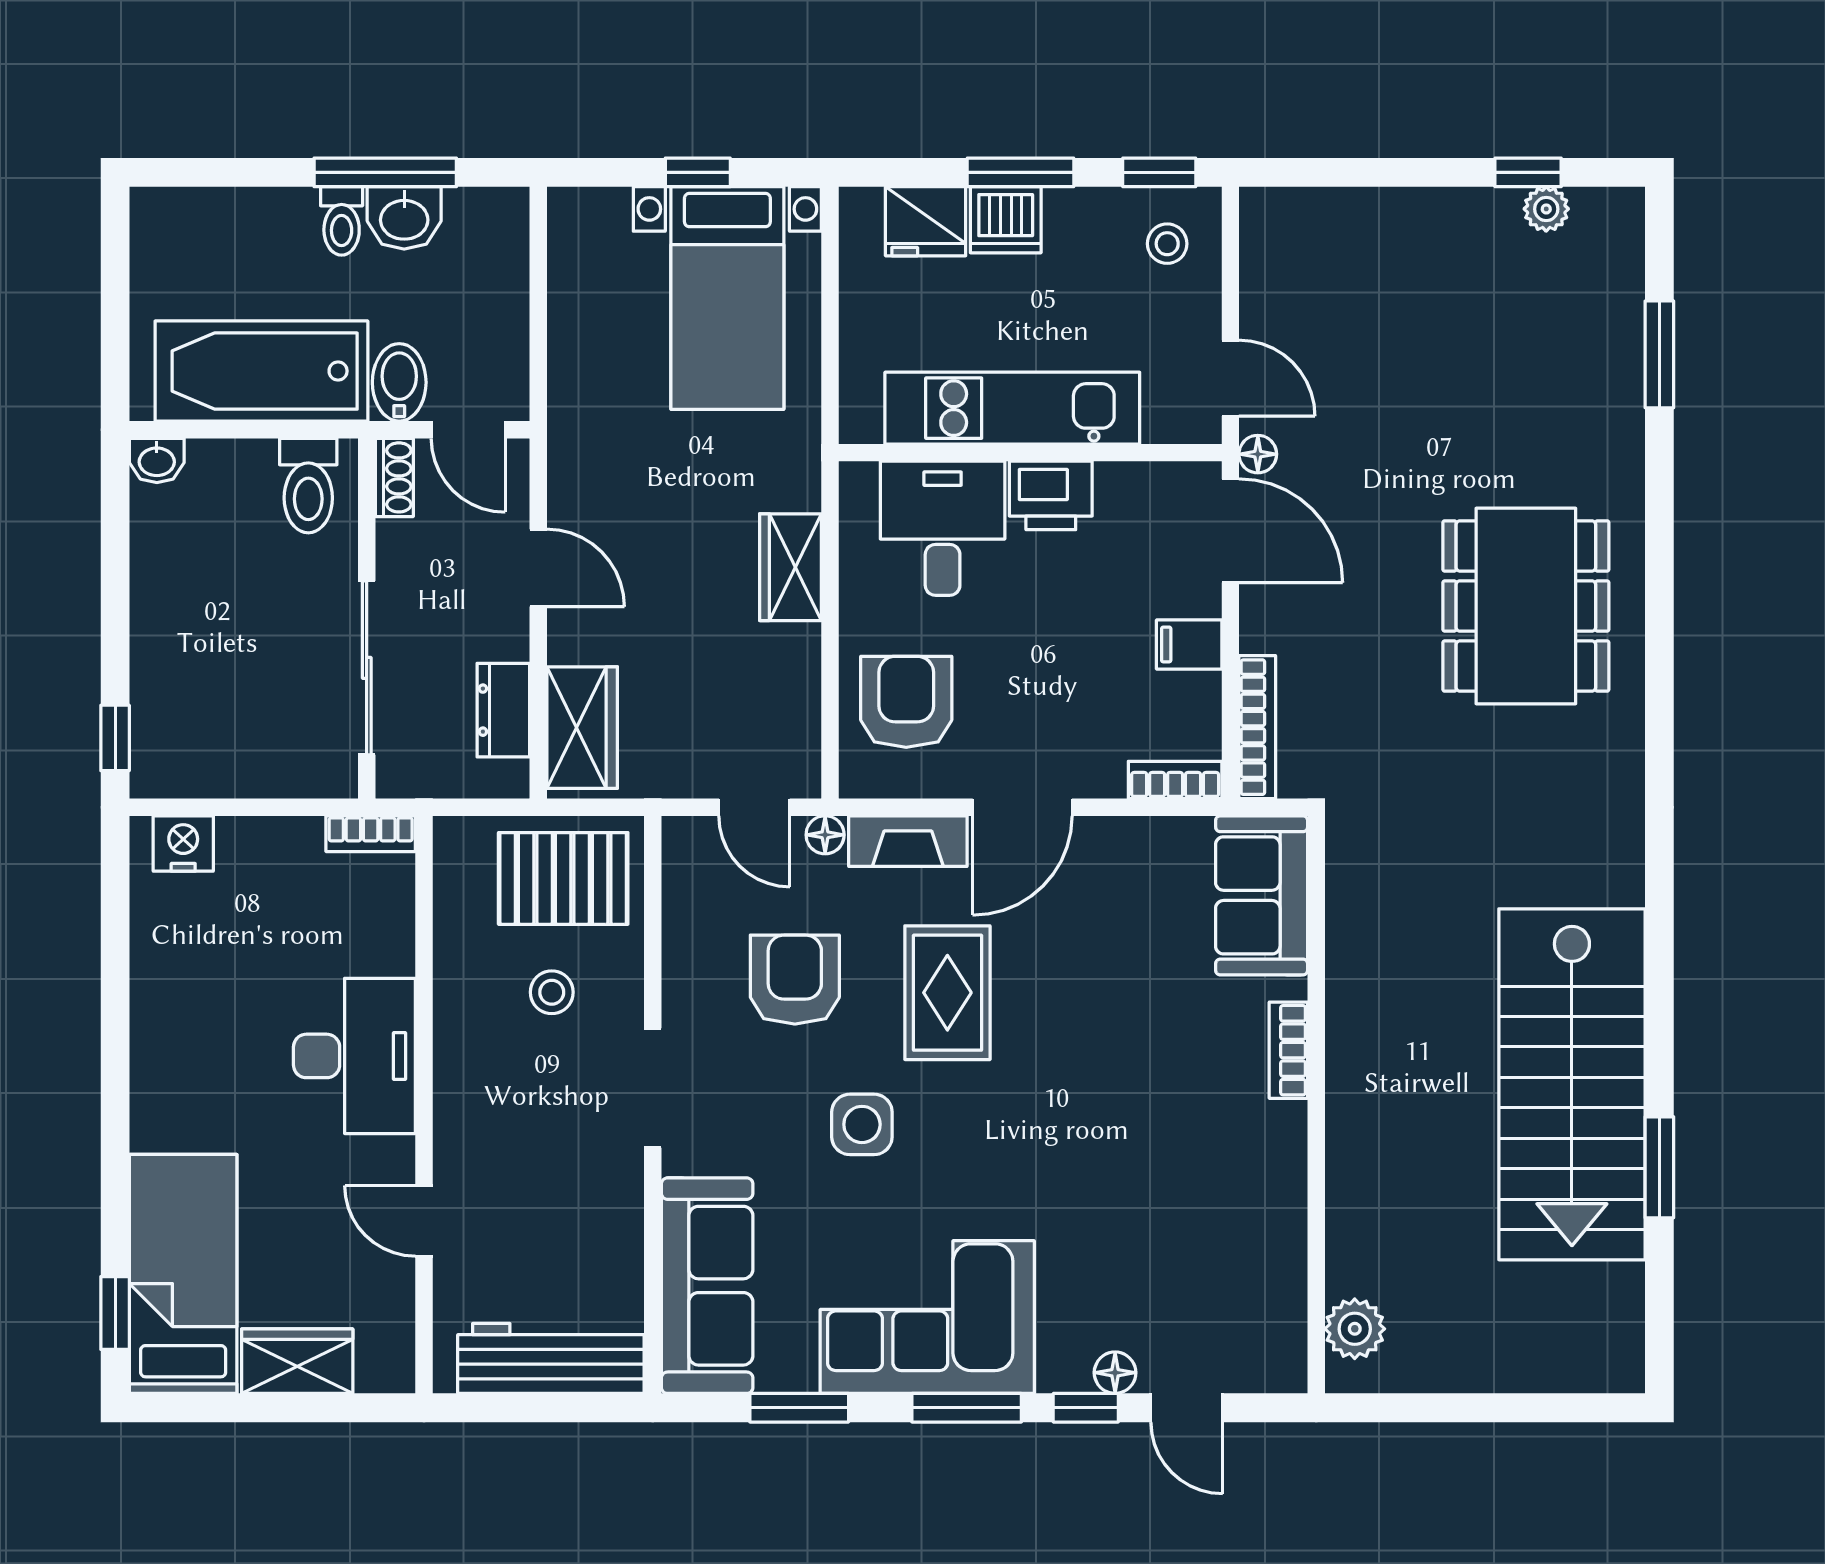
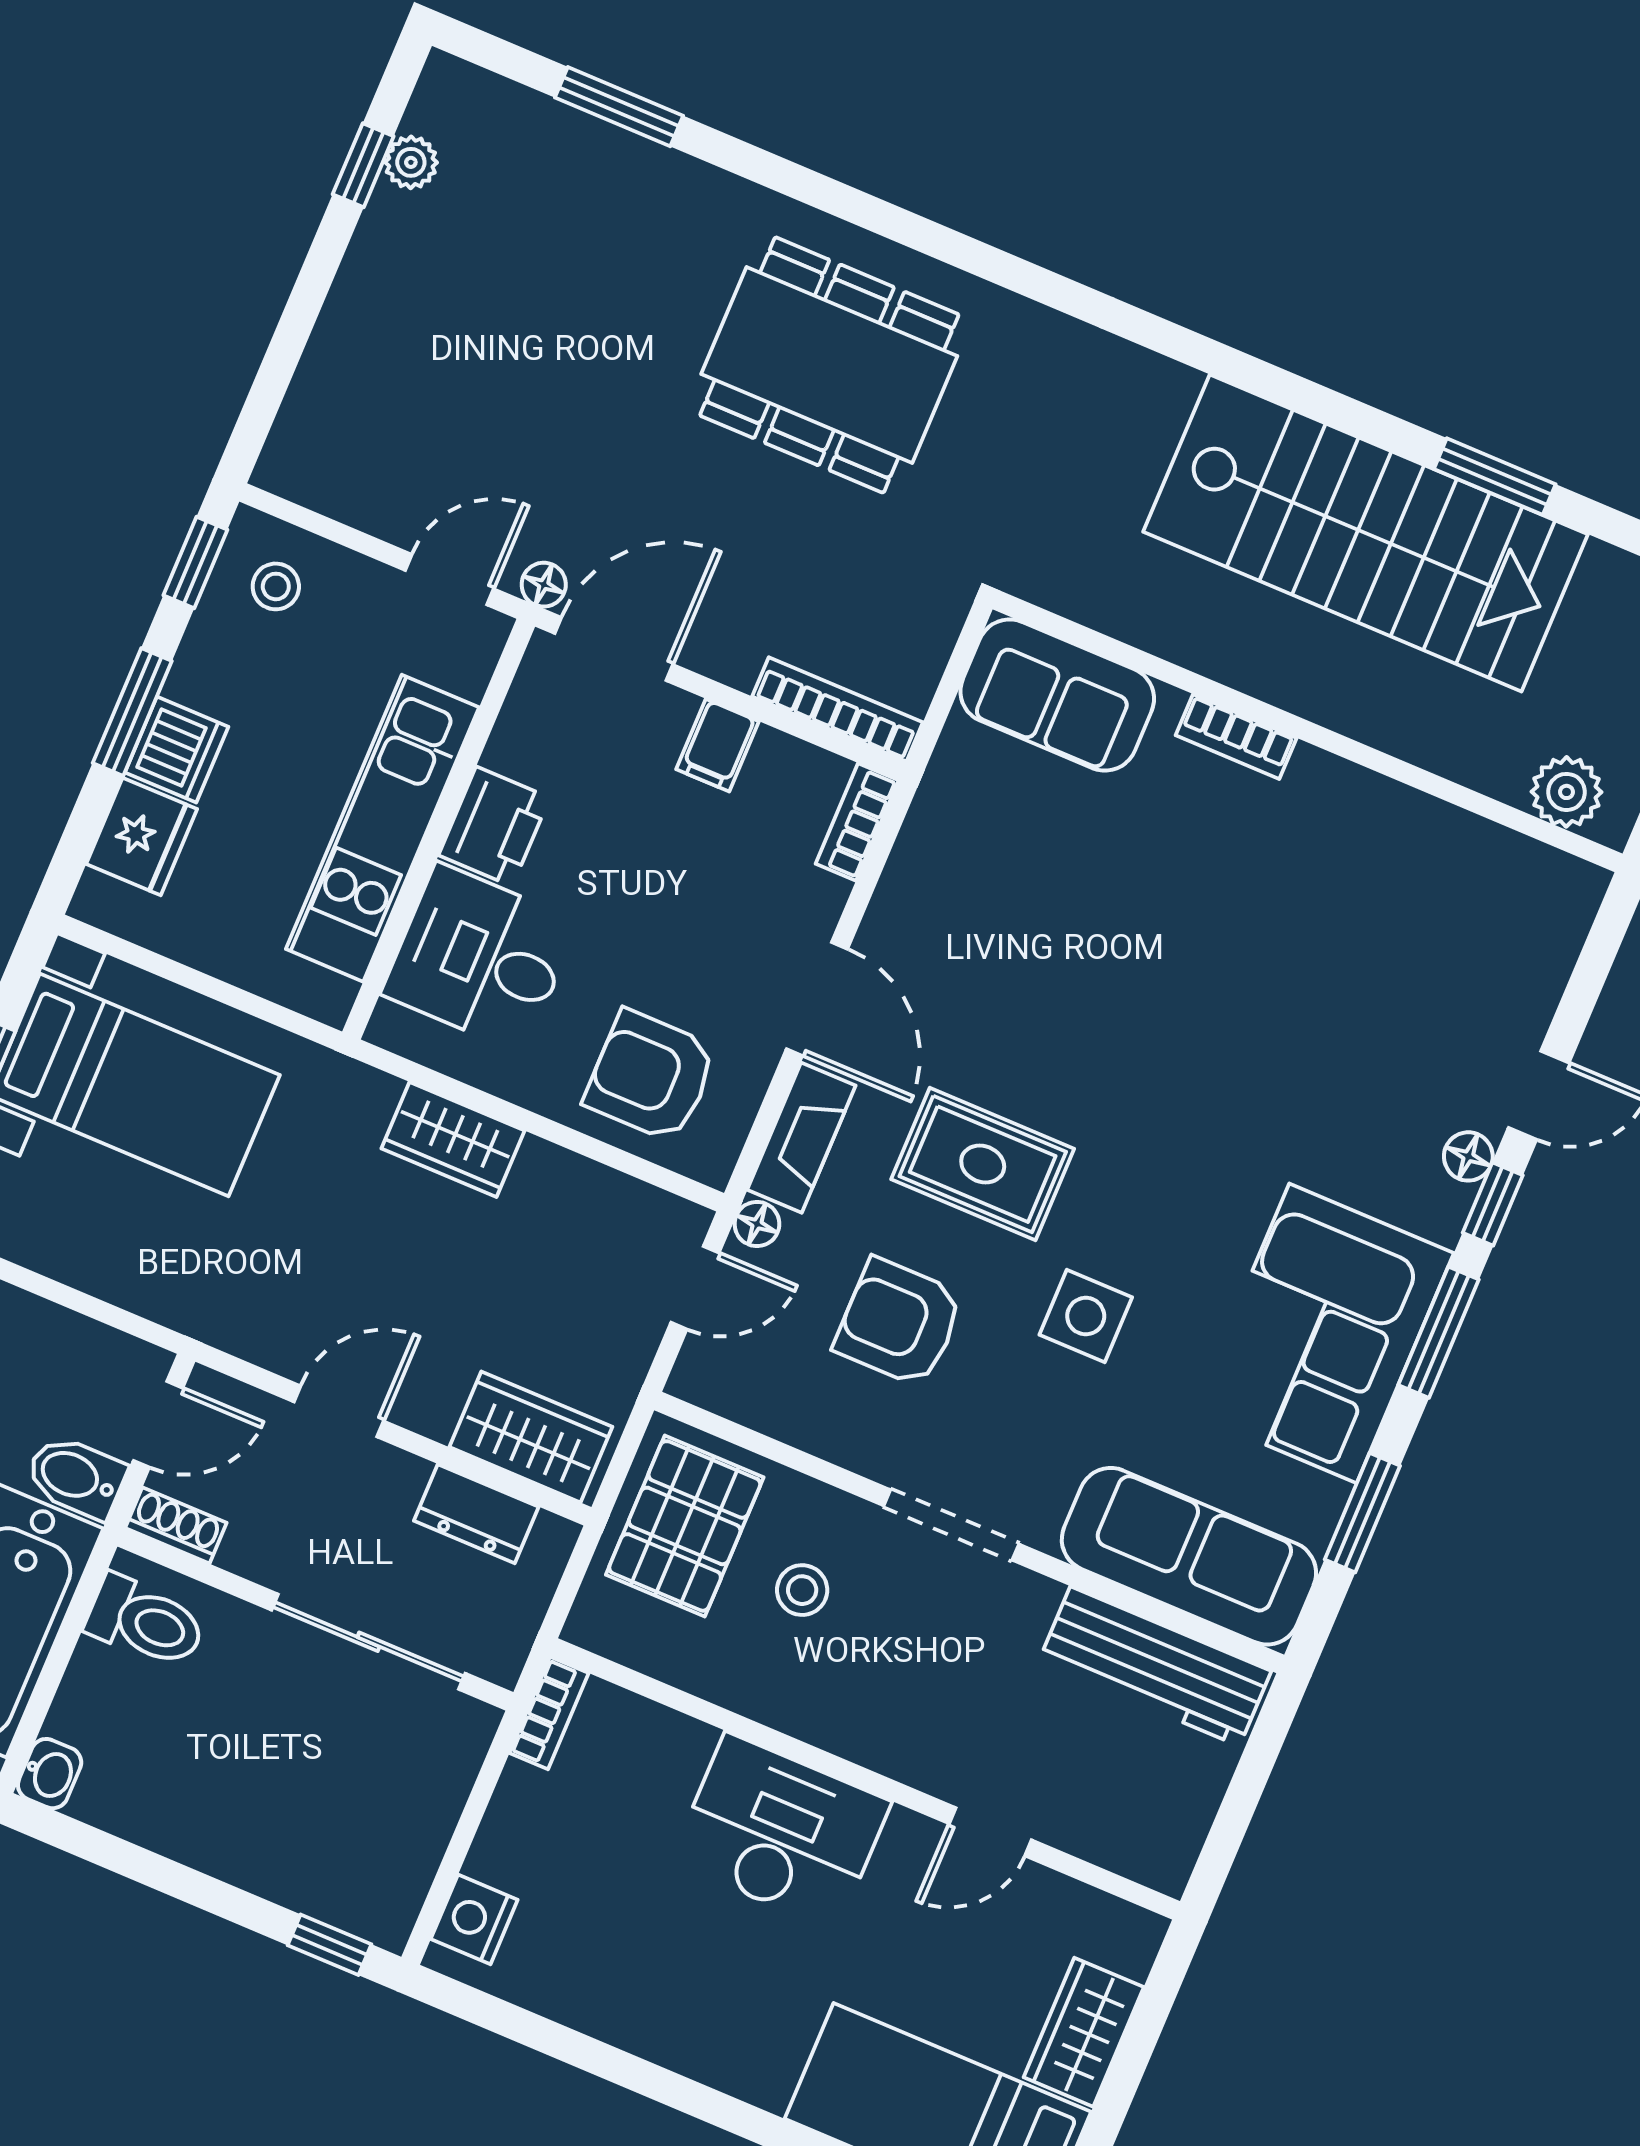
sofa: (1262, 895) -> (1057, 695), moved
bookcase: (1288, 1050) -> (1236, 737), moved
wall: (1316, 1105) -> (1308, 731), moved
plant: (1355, 1329) -> (1566, 792), moved
workbench: (551, 1358) -> (1155, 1666), moved, turned -90

